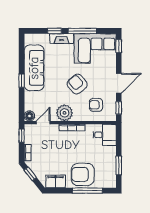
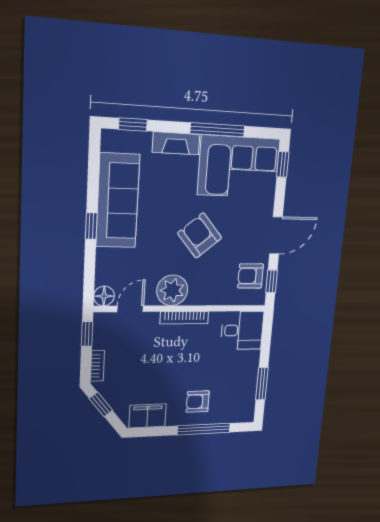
window: (55, 31) -> (133, 125), moved
armchair: (96, 105) -> (251, 276), moved
armchair: (83, 174) -> (198, 402), width x0.53, depth x0.53

